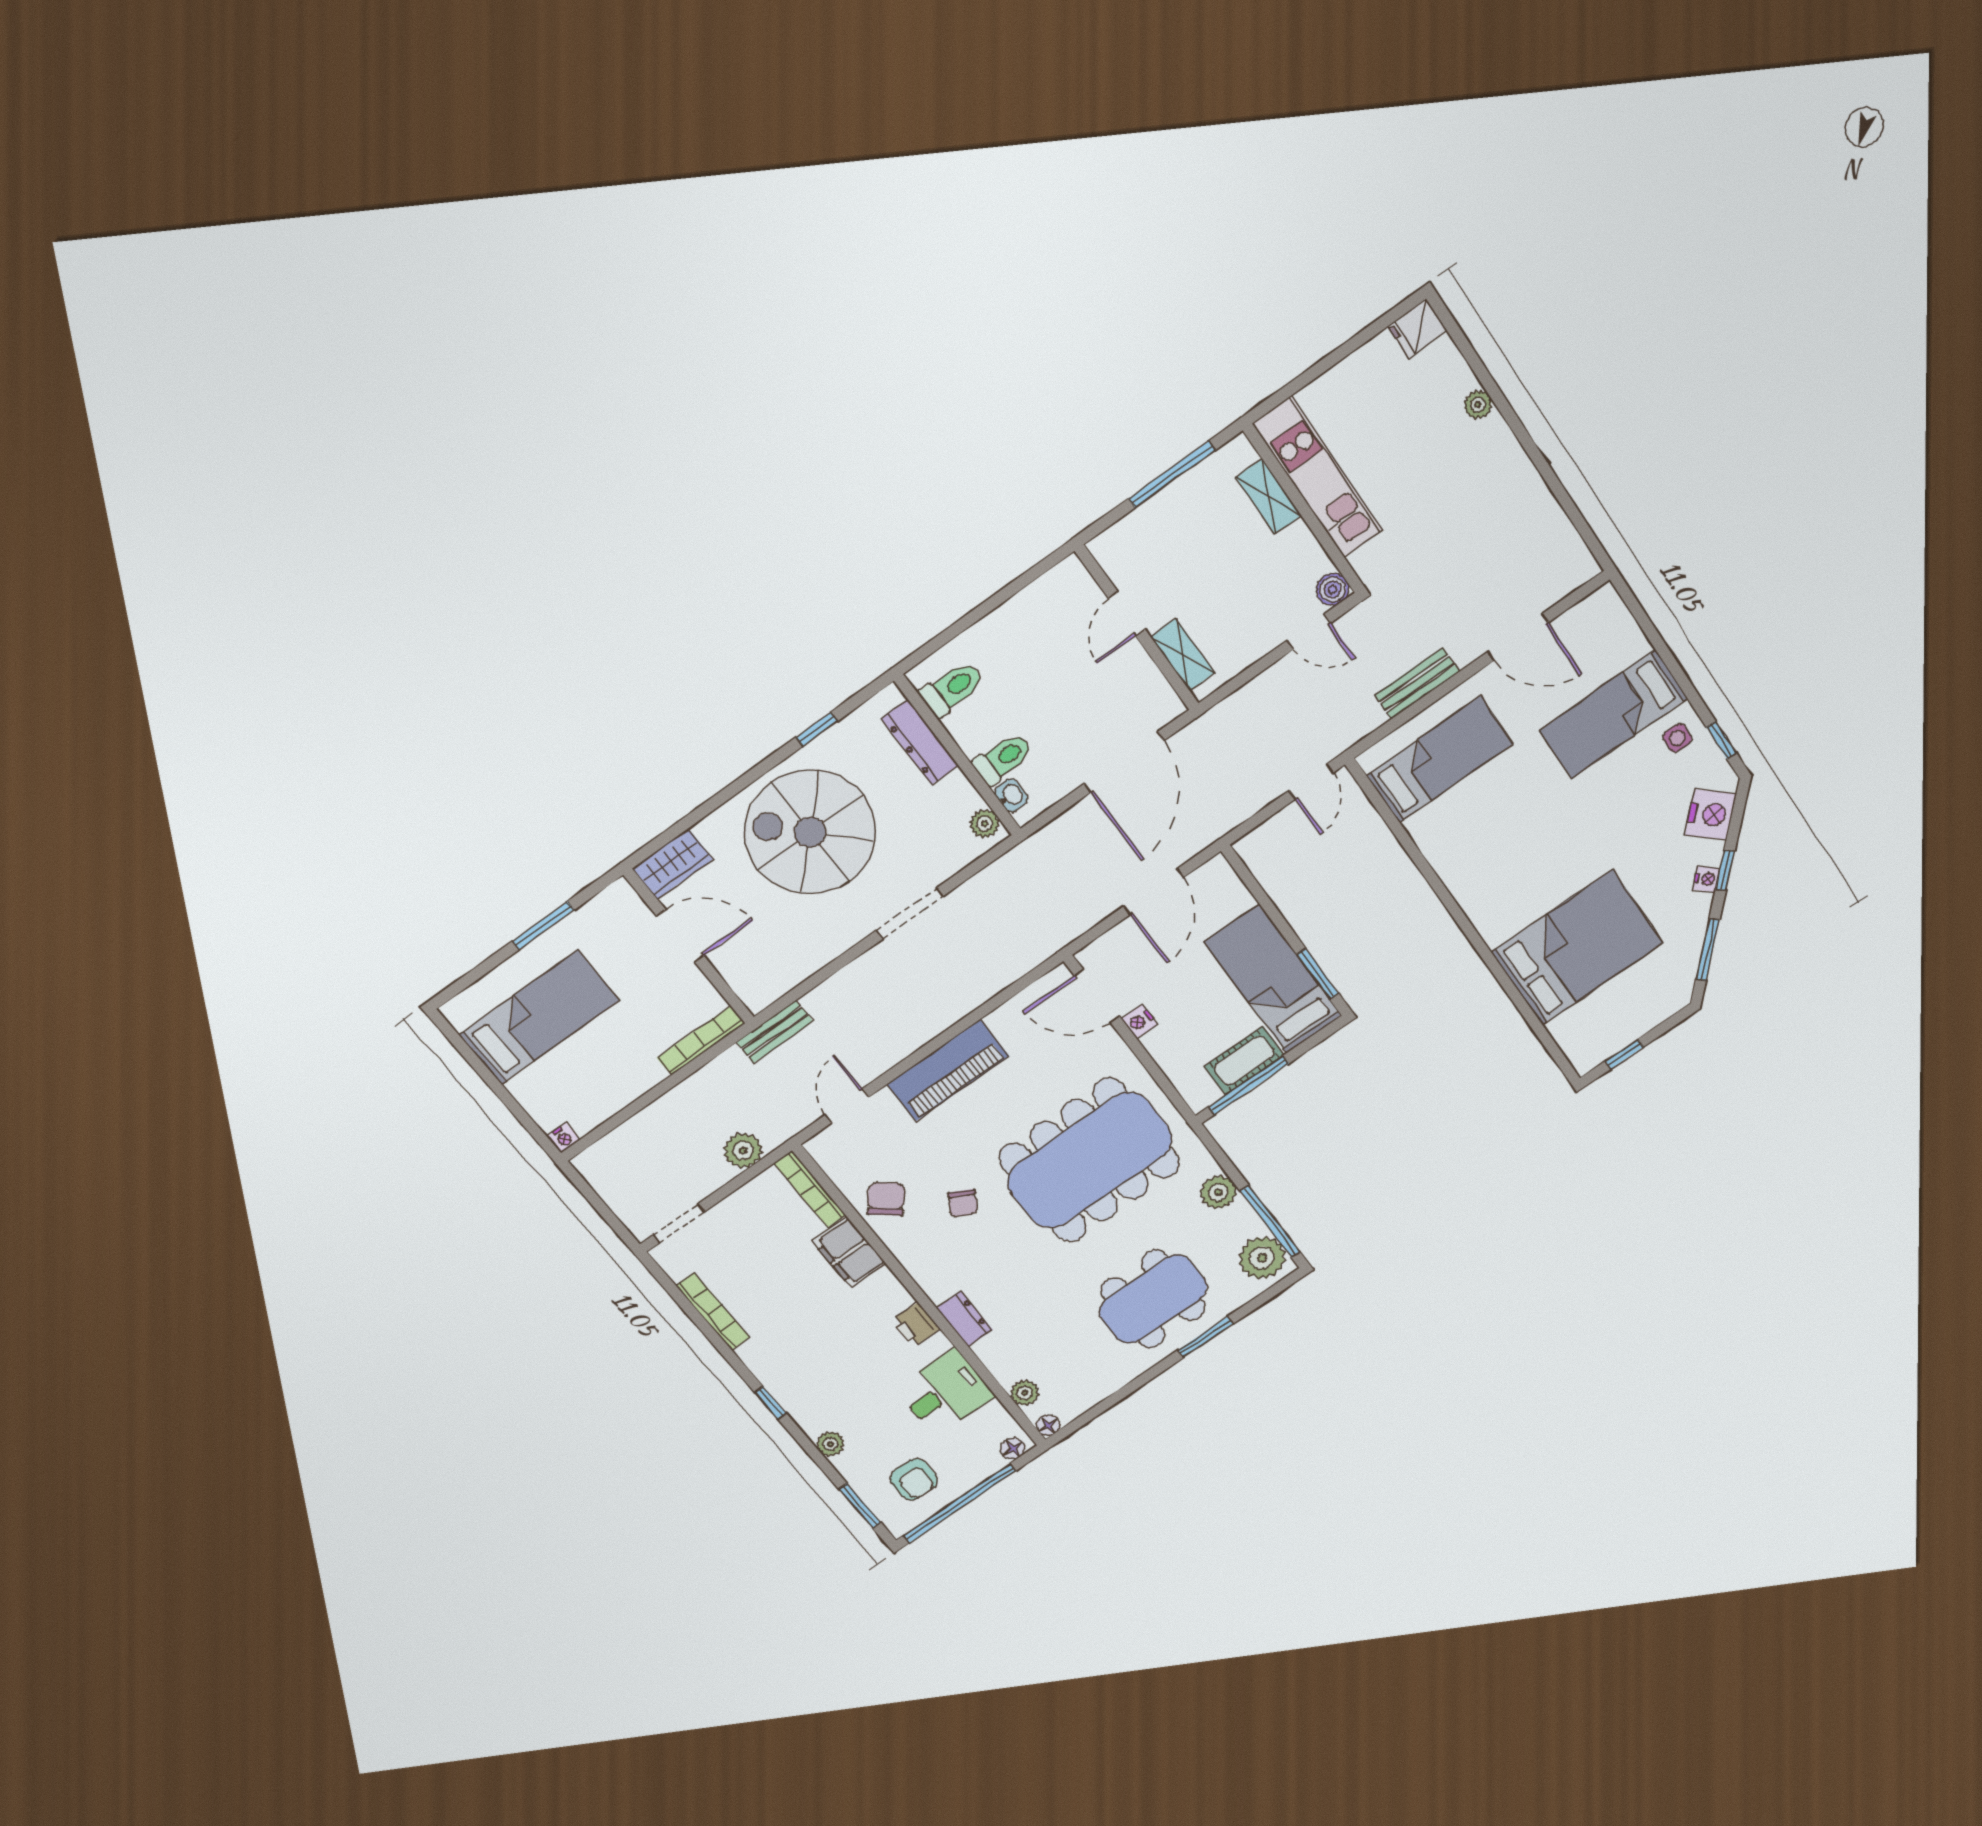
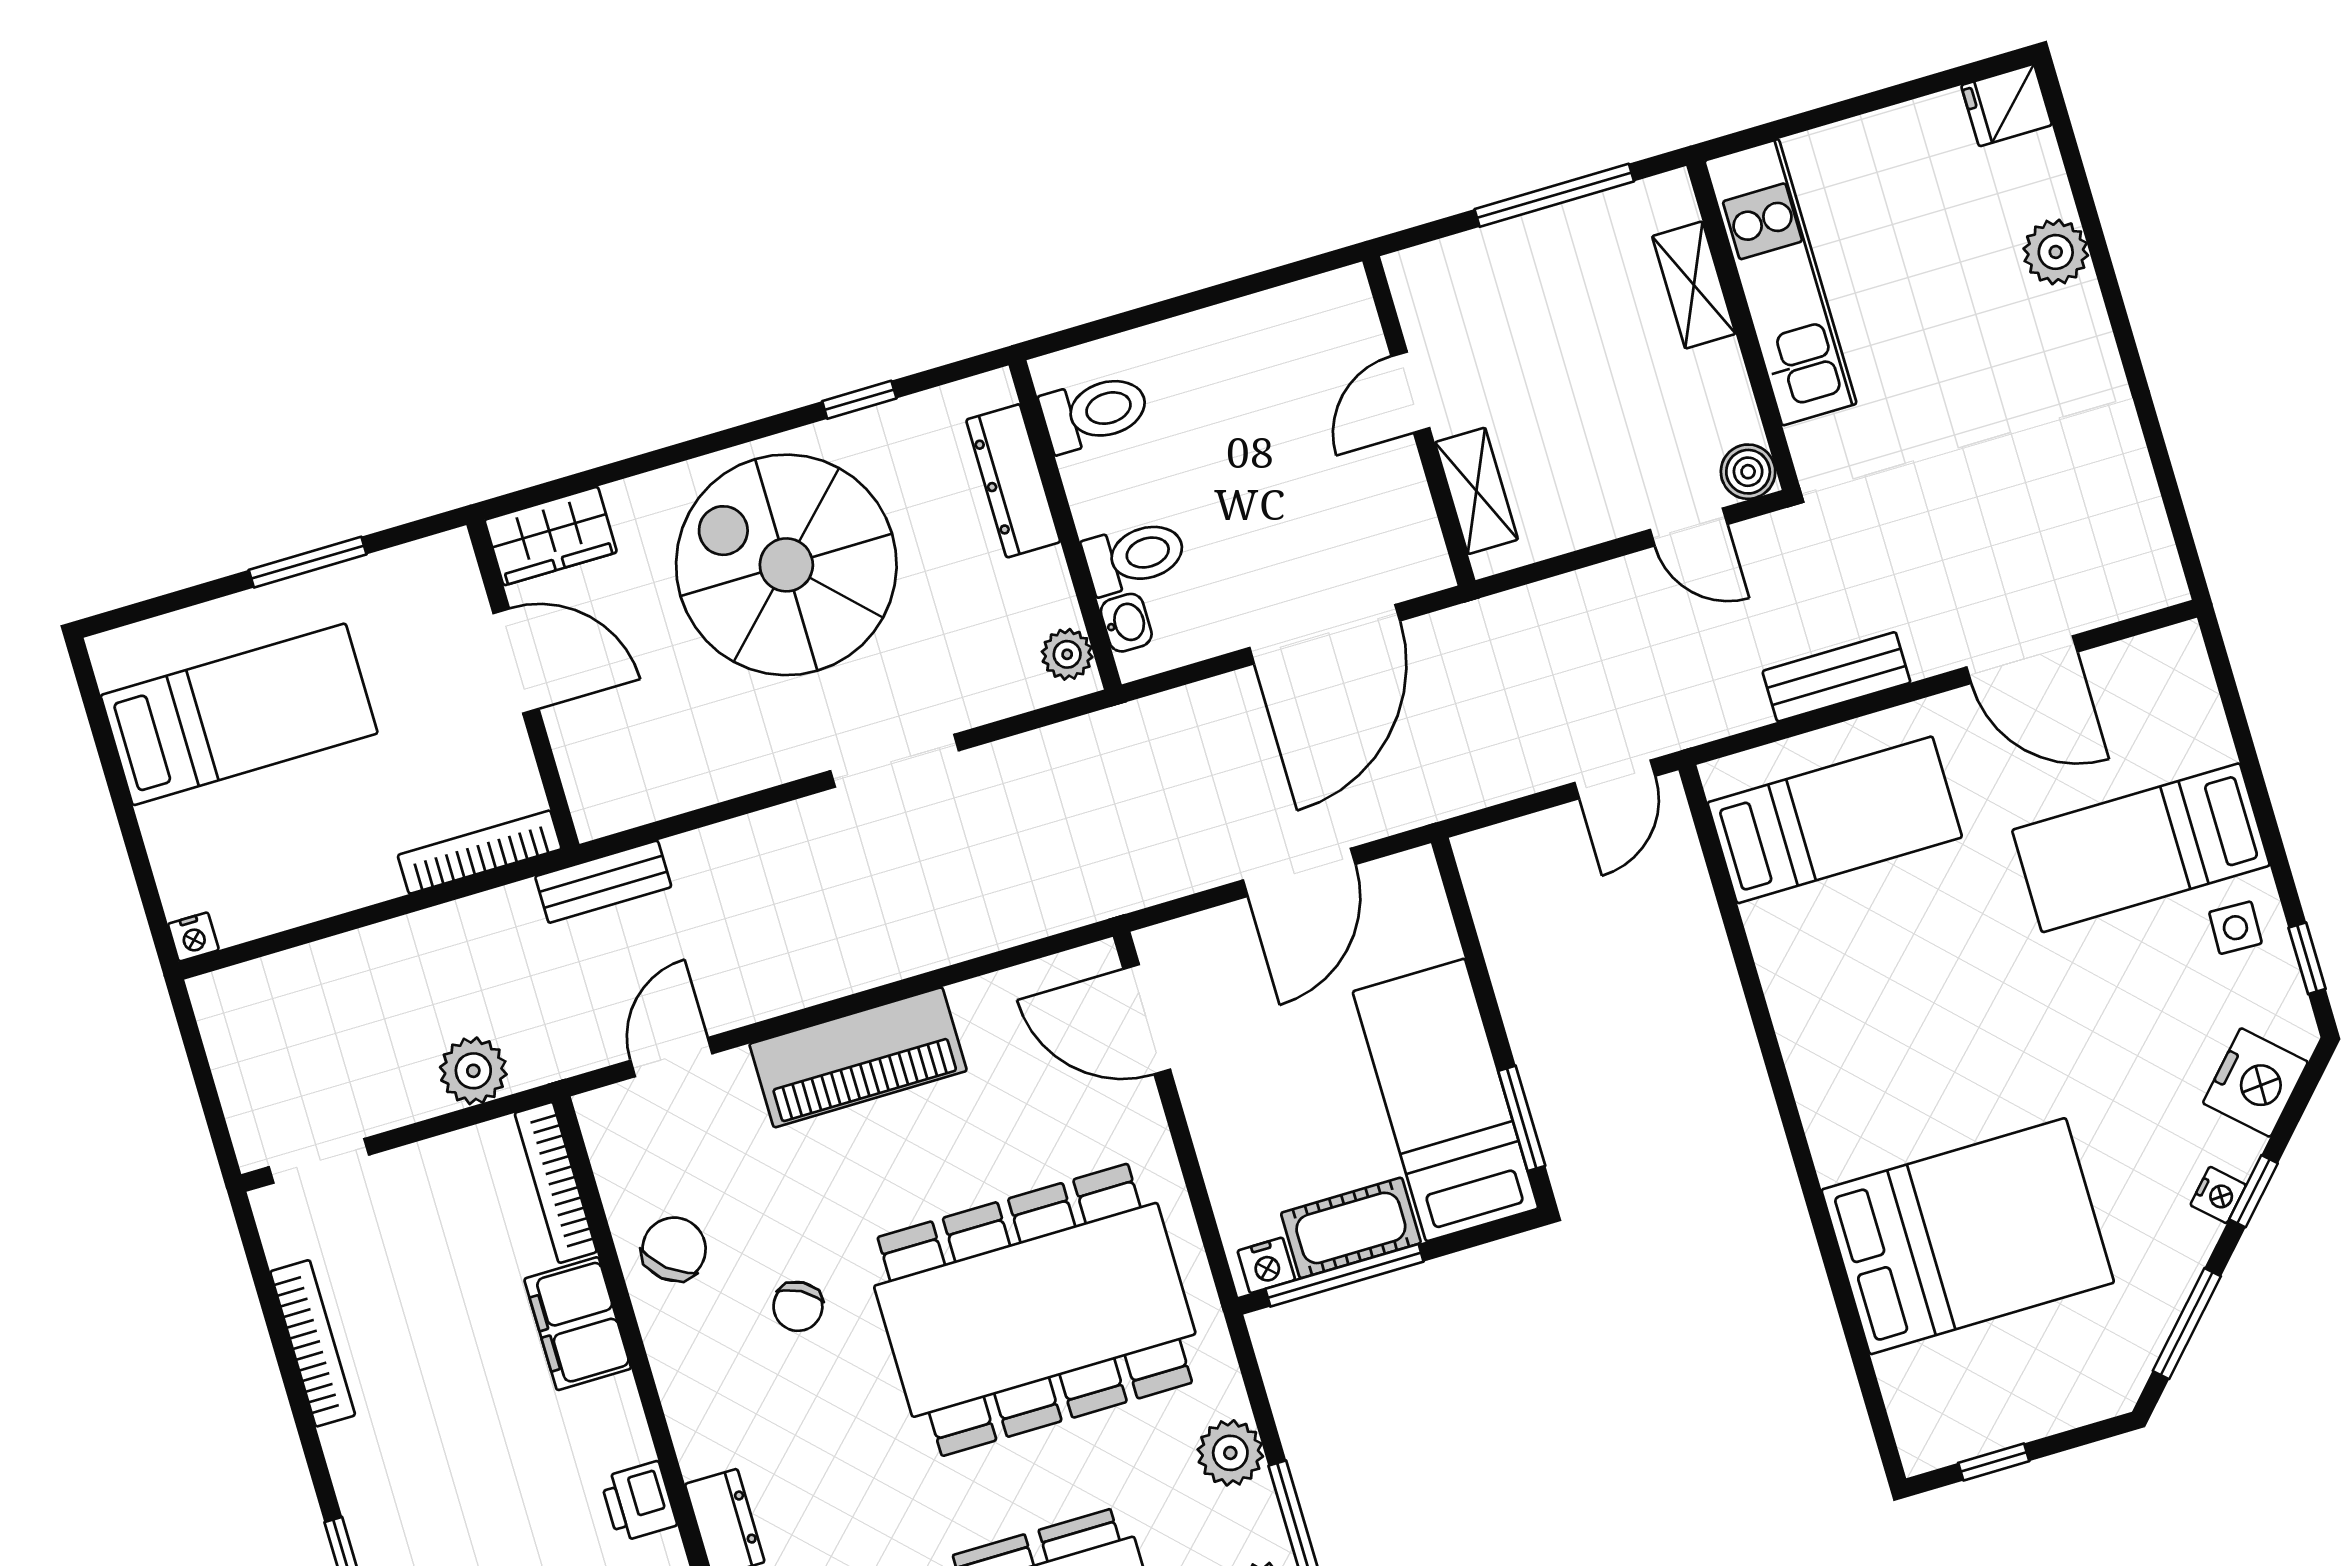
plant: (1478, 405) -> (2056, 252), width x1.38, depth x1.38
nightstand: (1139, 1021) -> (1266, 1265), moved, turned -90

